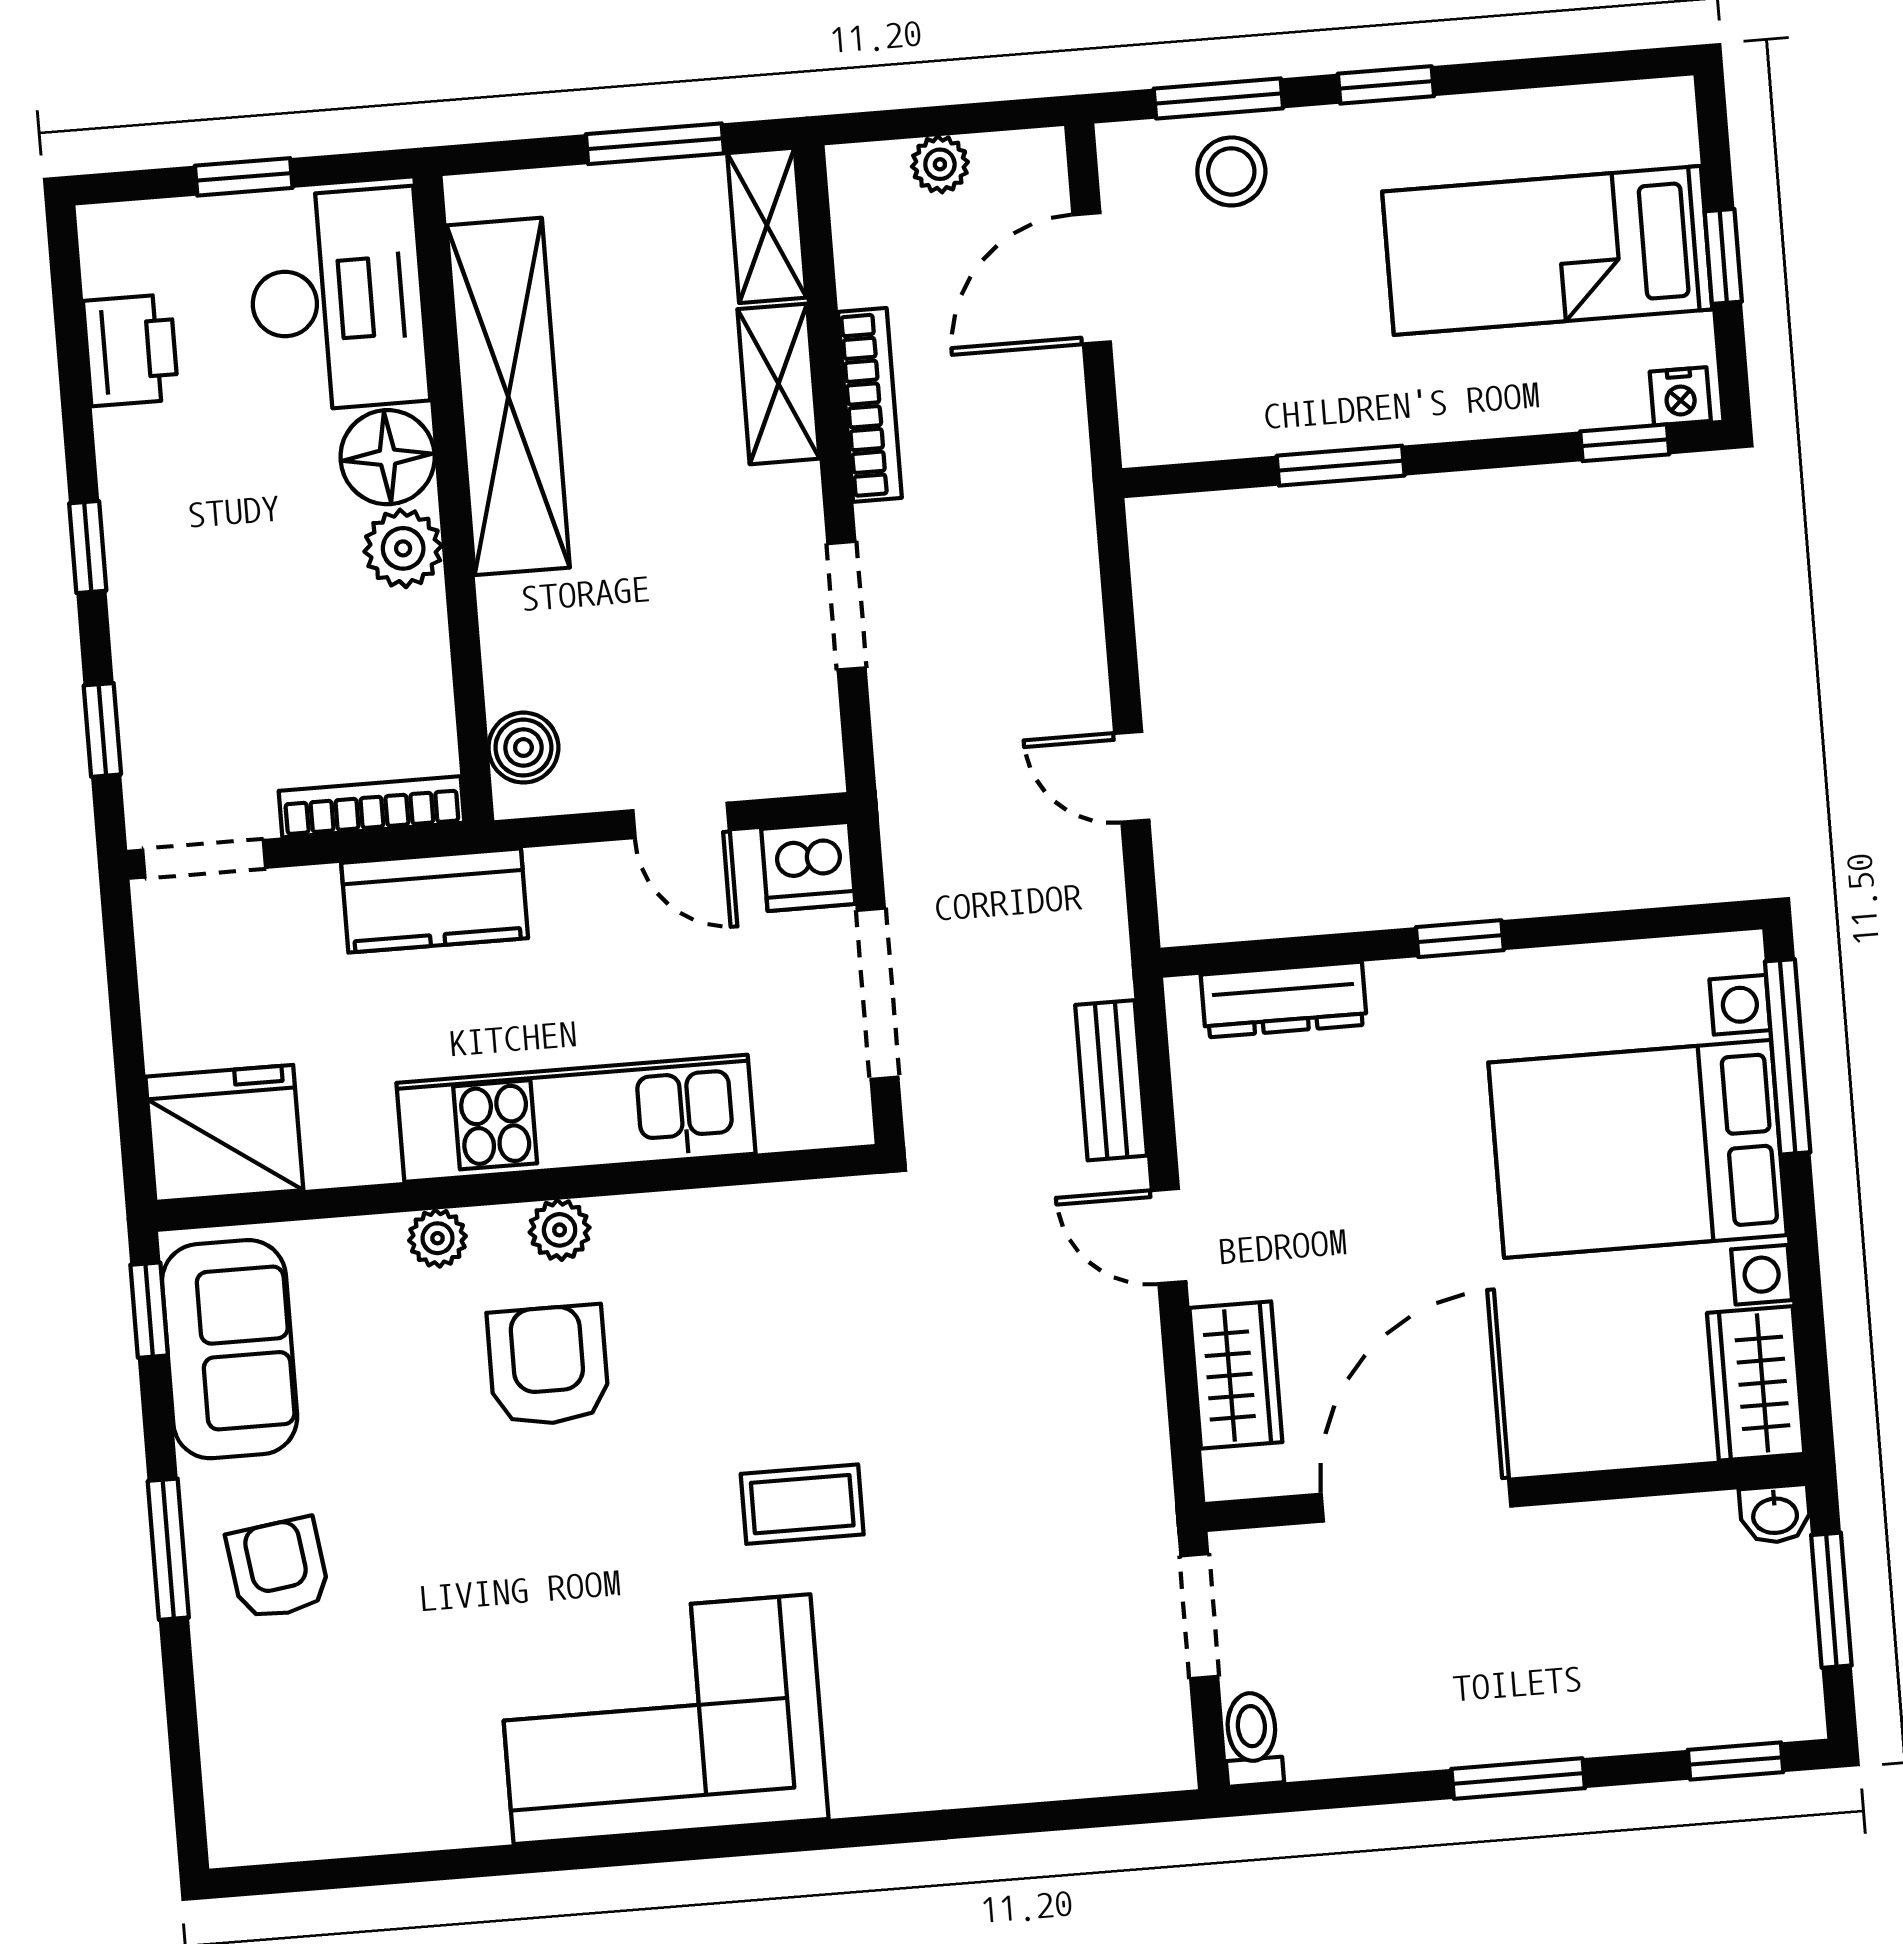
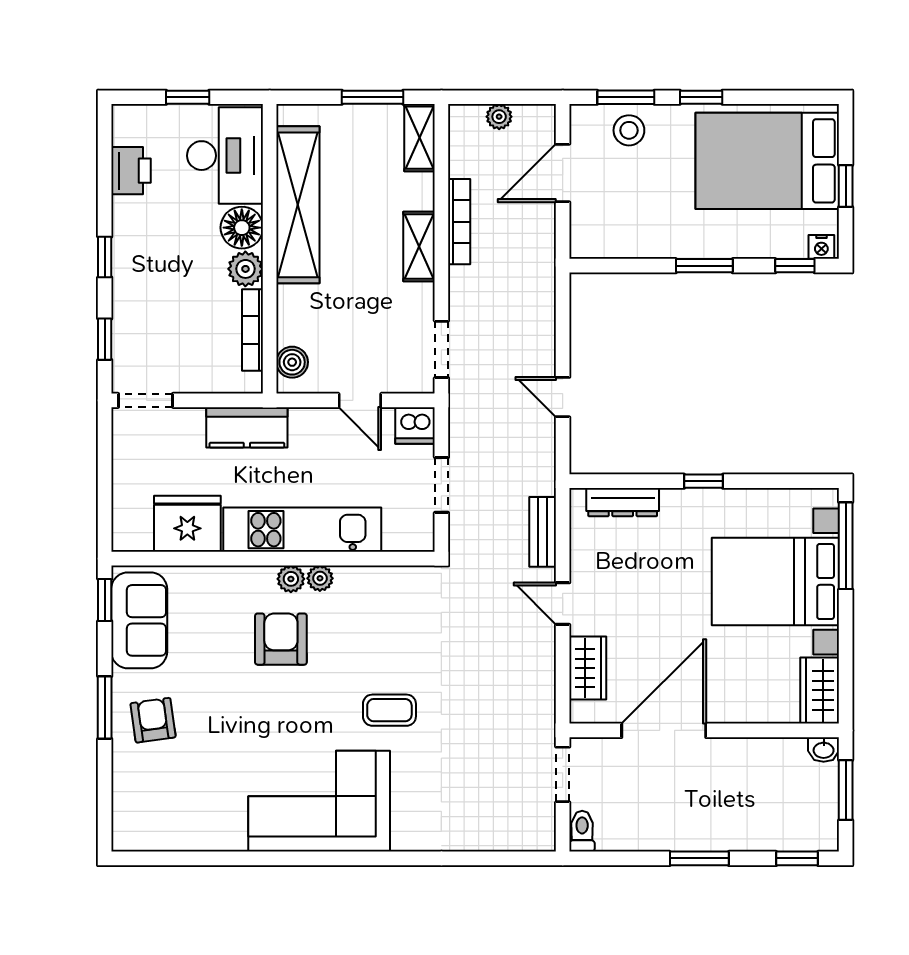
bed: (1547, 250) -> (767, 161), width x1.50
shelving: (778, 384) -> (419, 246), moved
window: (1341, 466) -> (704, 266), moved
doorway: (846, 606) -> (441, 349), moved
bookcase: (371, 807) -> (253, 330), moved, turned -90
doorway: (878, 994) -> (441, 485), width x0.73
fridge: (224, 1133) -> (187, 524), moved
plant: (437, 1238) -> (320, 578), moved

